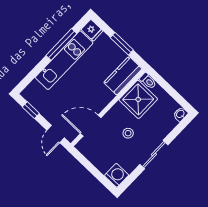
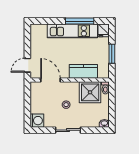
kitchen counter: (123, 76) -> (83, 71), moved
window: (31, 110) -> (27, 39), removed

